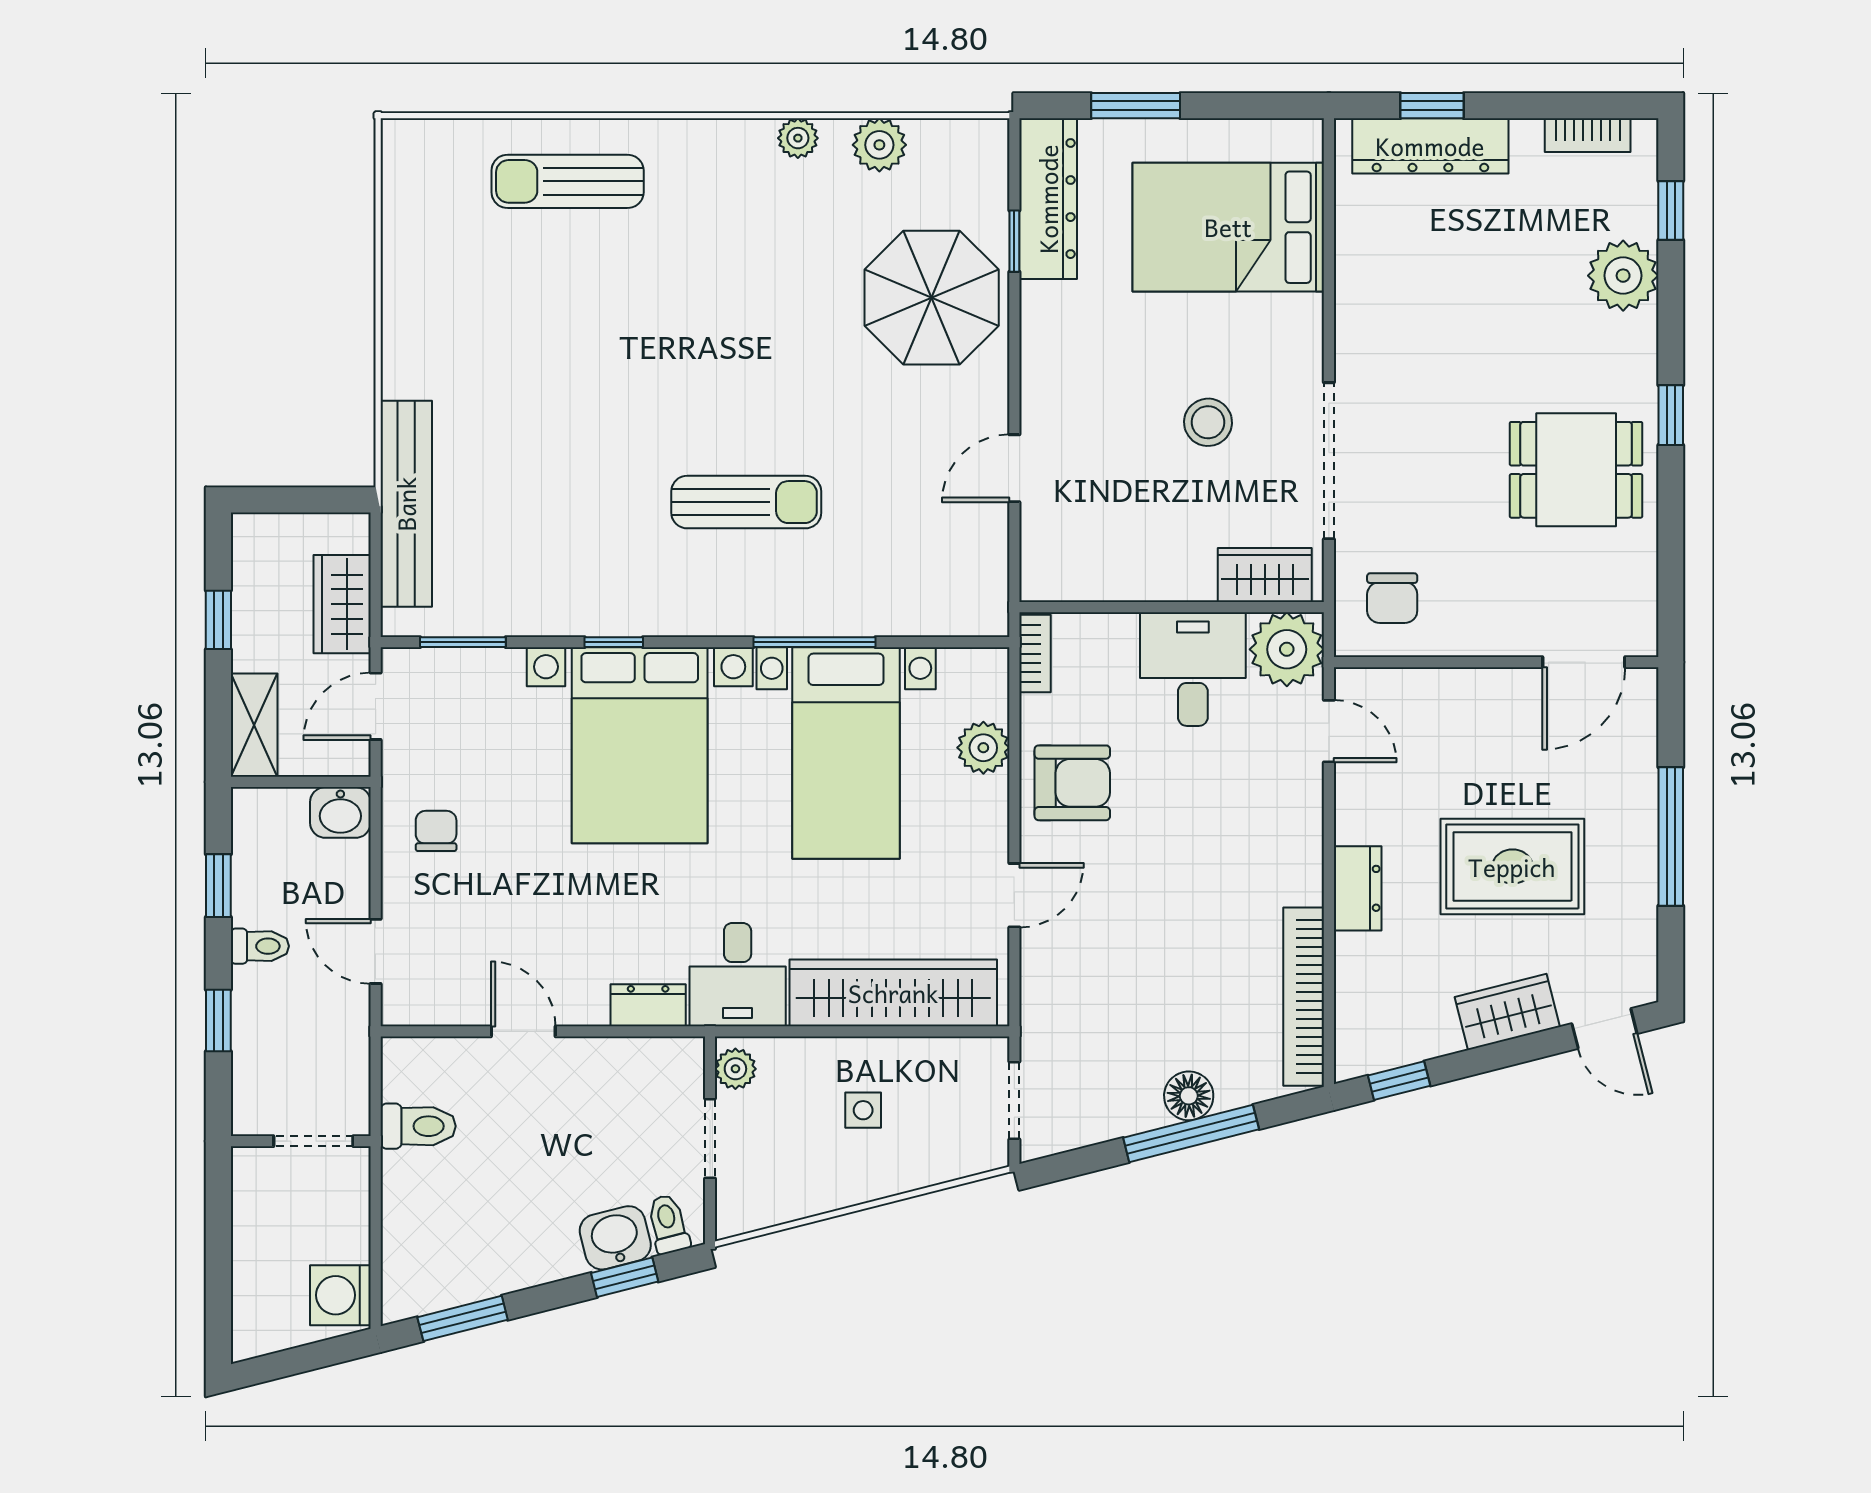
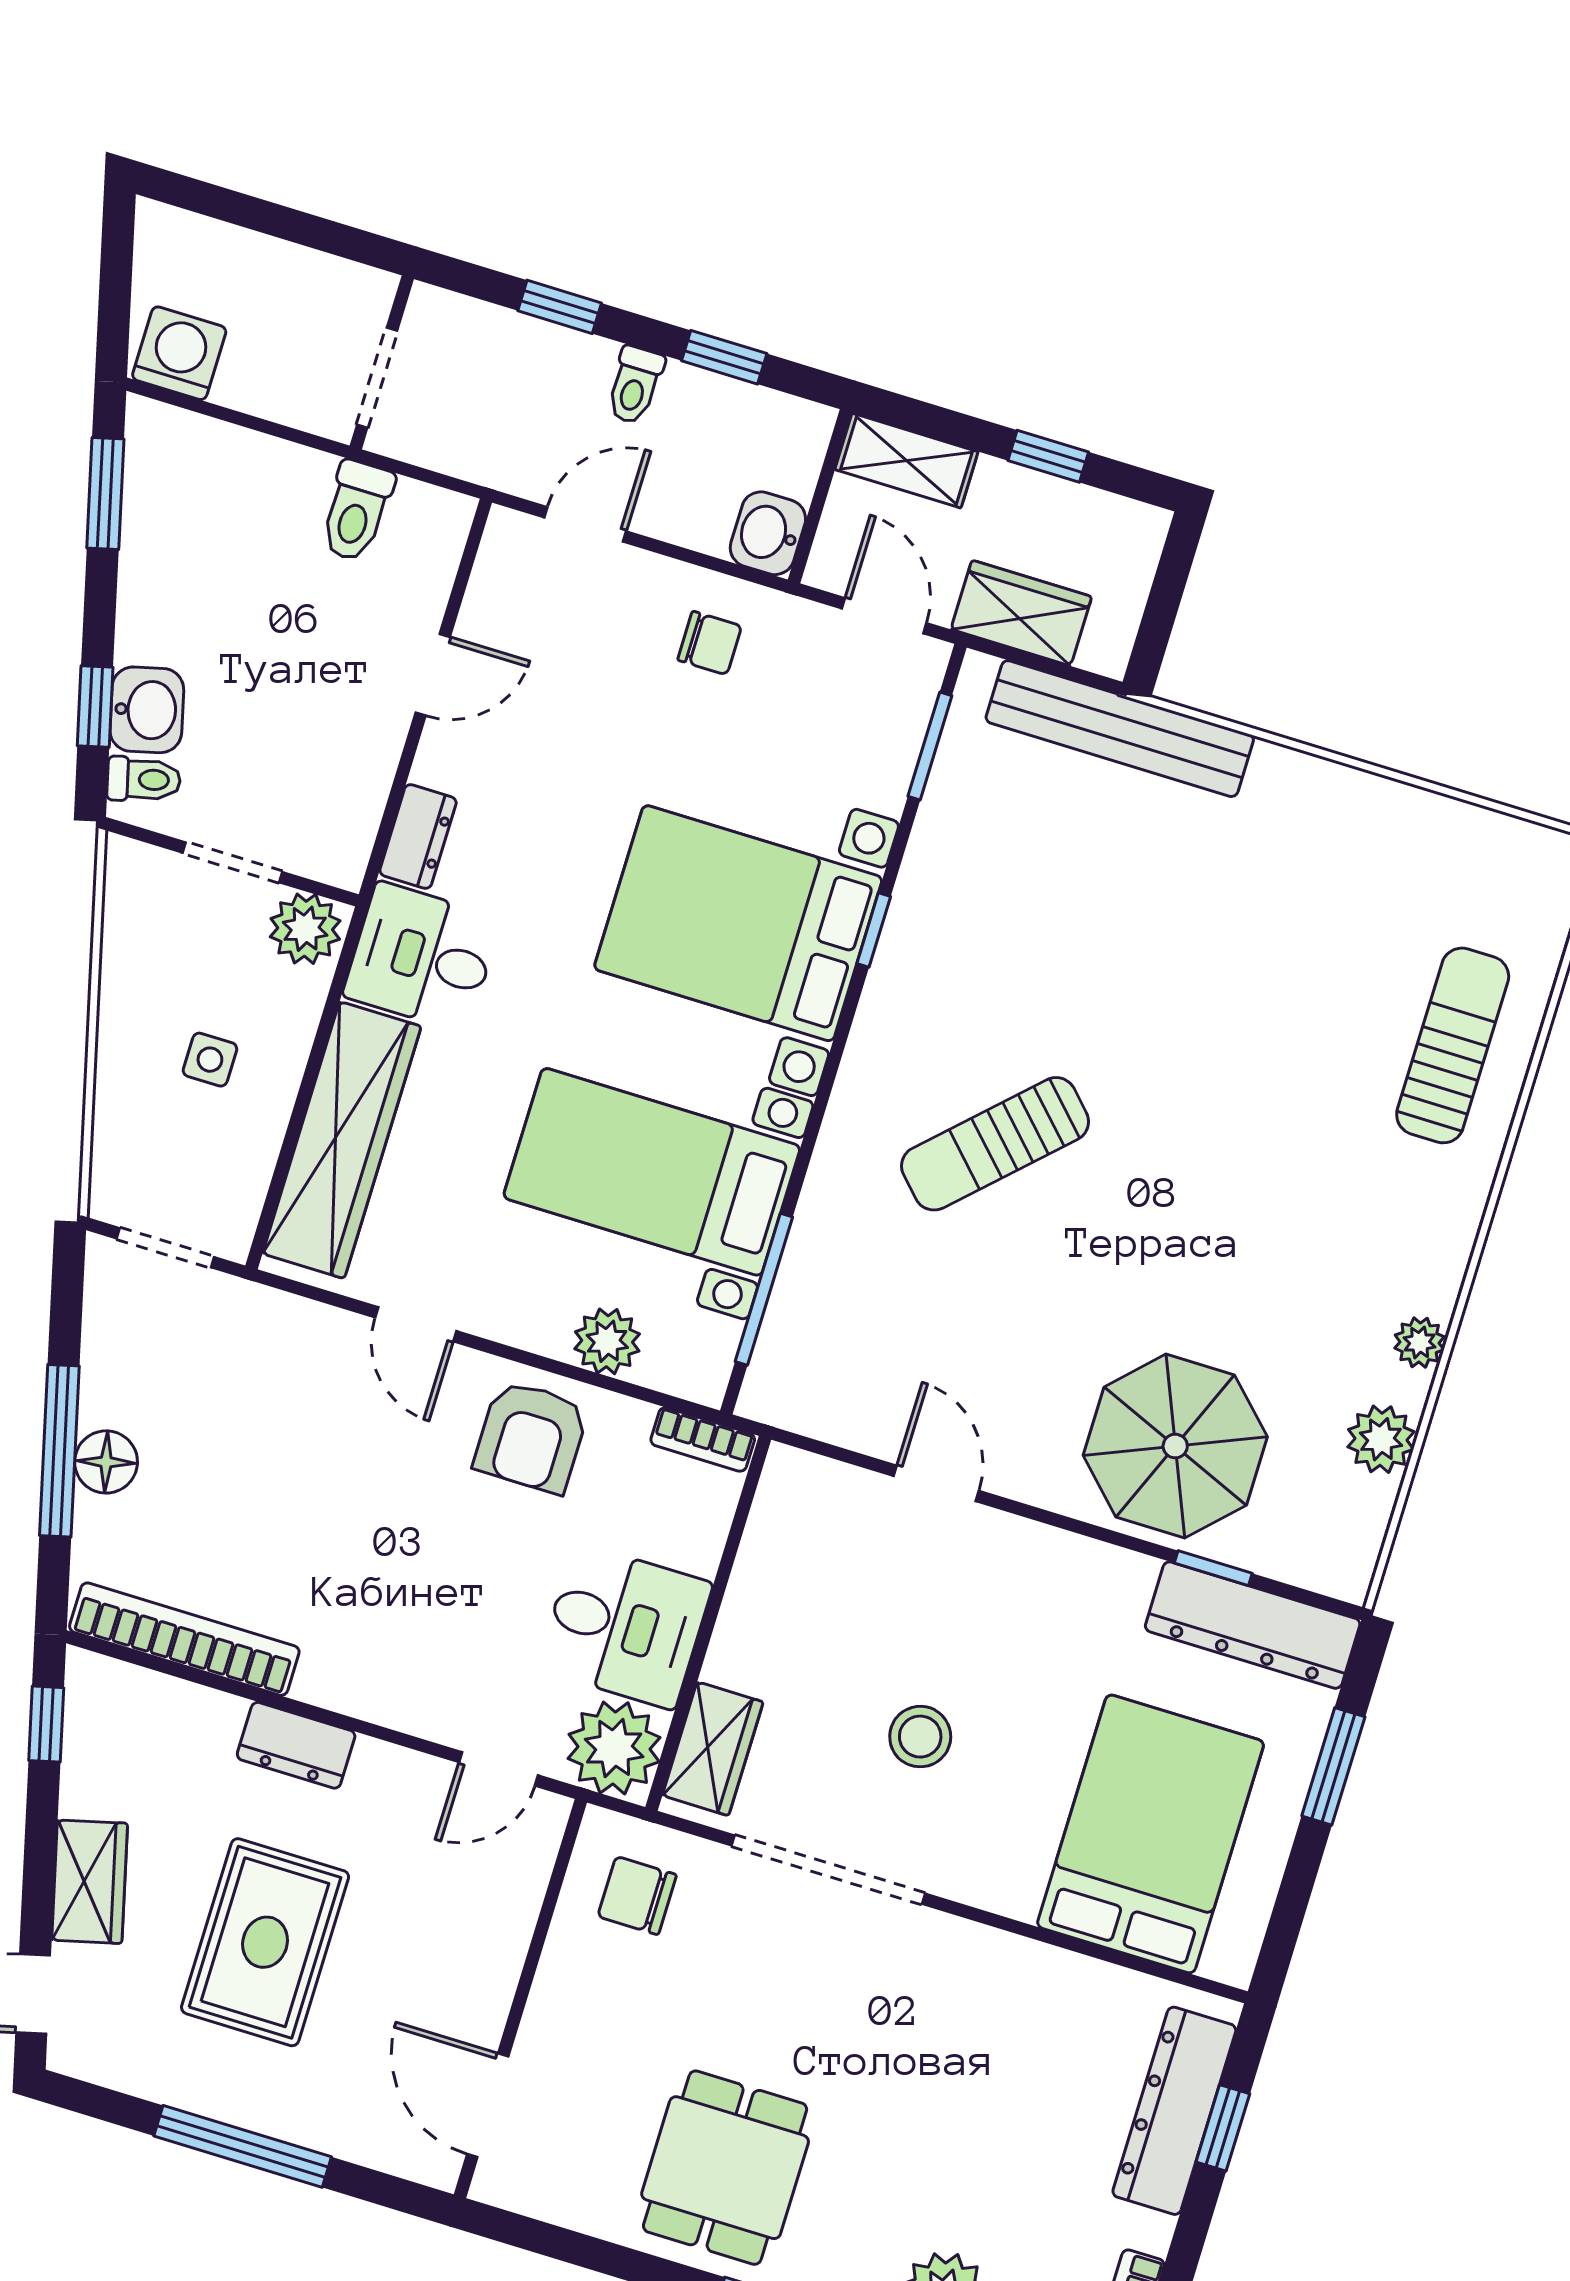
sun lounger: (746, 502) -> (995, 1144), turned 46
window: (815, 642) -> (764, 1289), moved
plant: (735, 1069) -> (305, 929), width x1.38, depth x1.38

